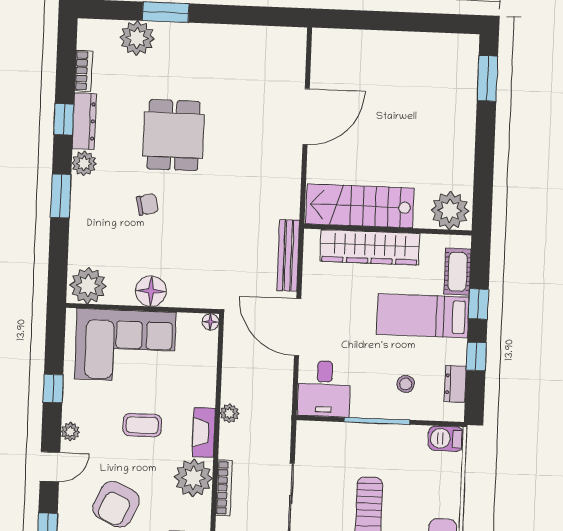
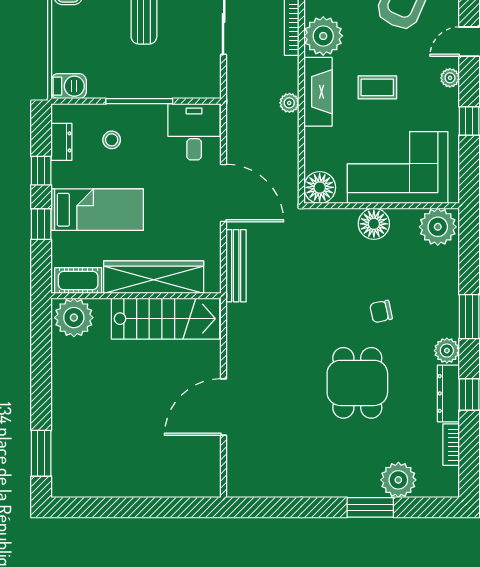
cot: (457, 272) -> (78, 281), moved, turned 90
floor lamp: (210, 322) -> (320, 187), width x1.89, depth x1.89
fireplace: (204, 432) -> (318, 92), width x1.37, depth x1.32

